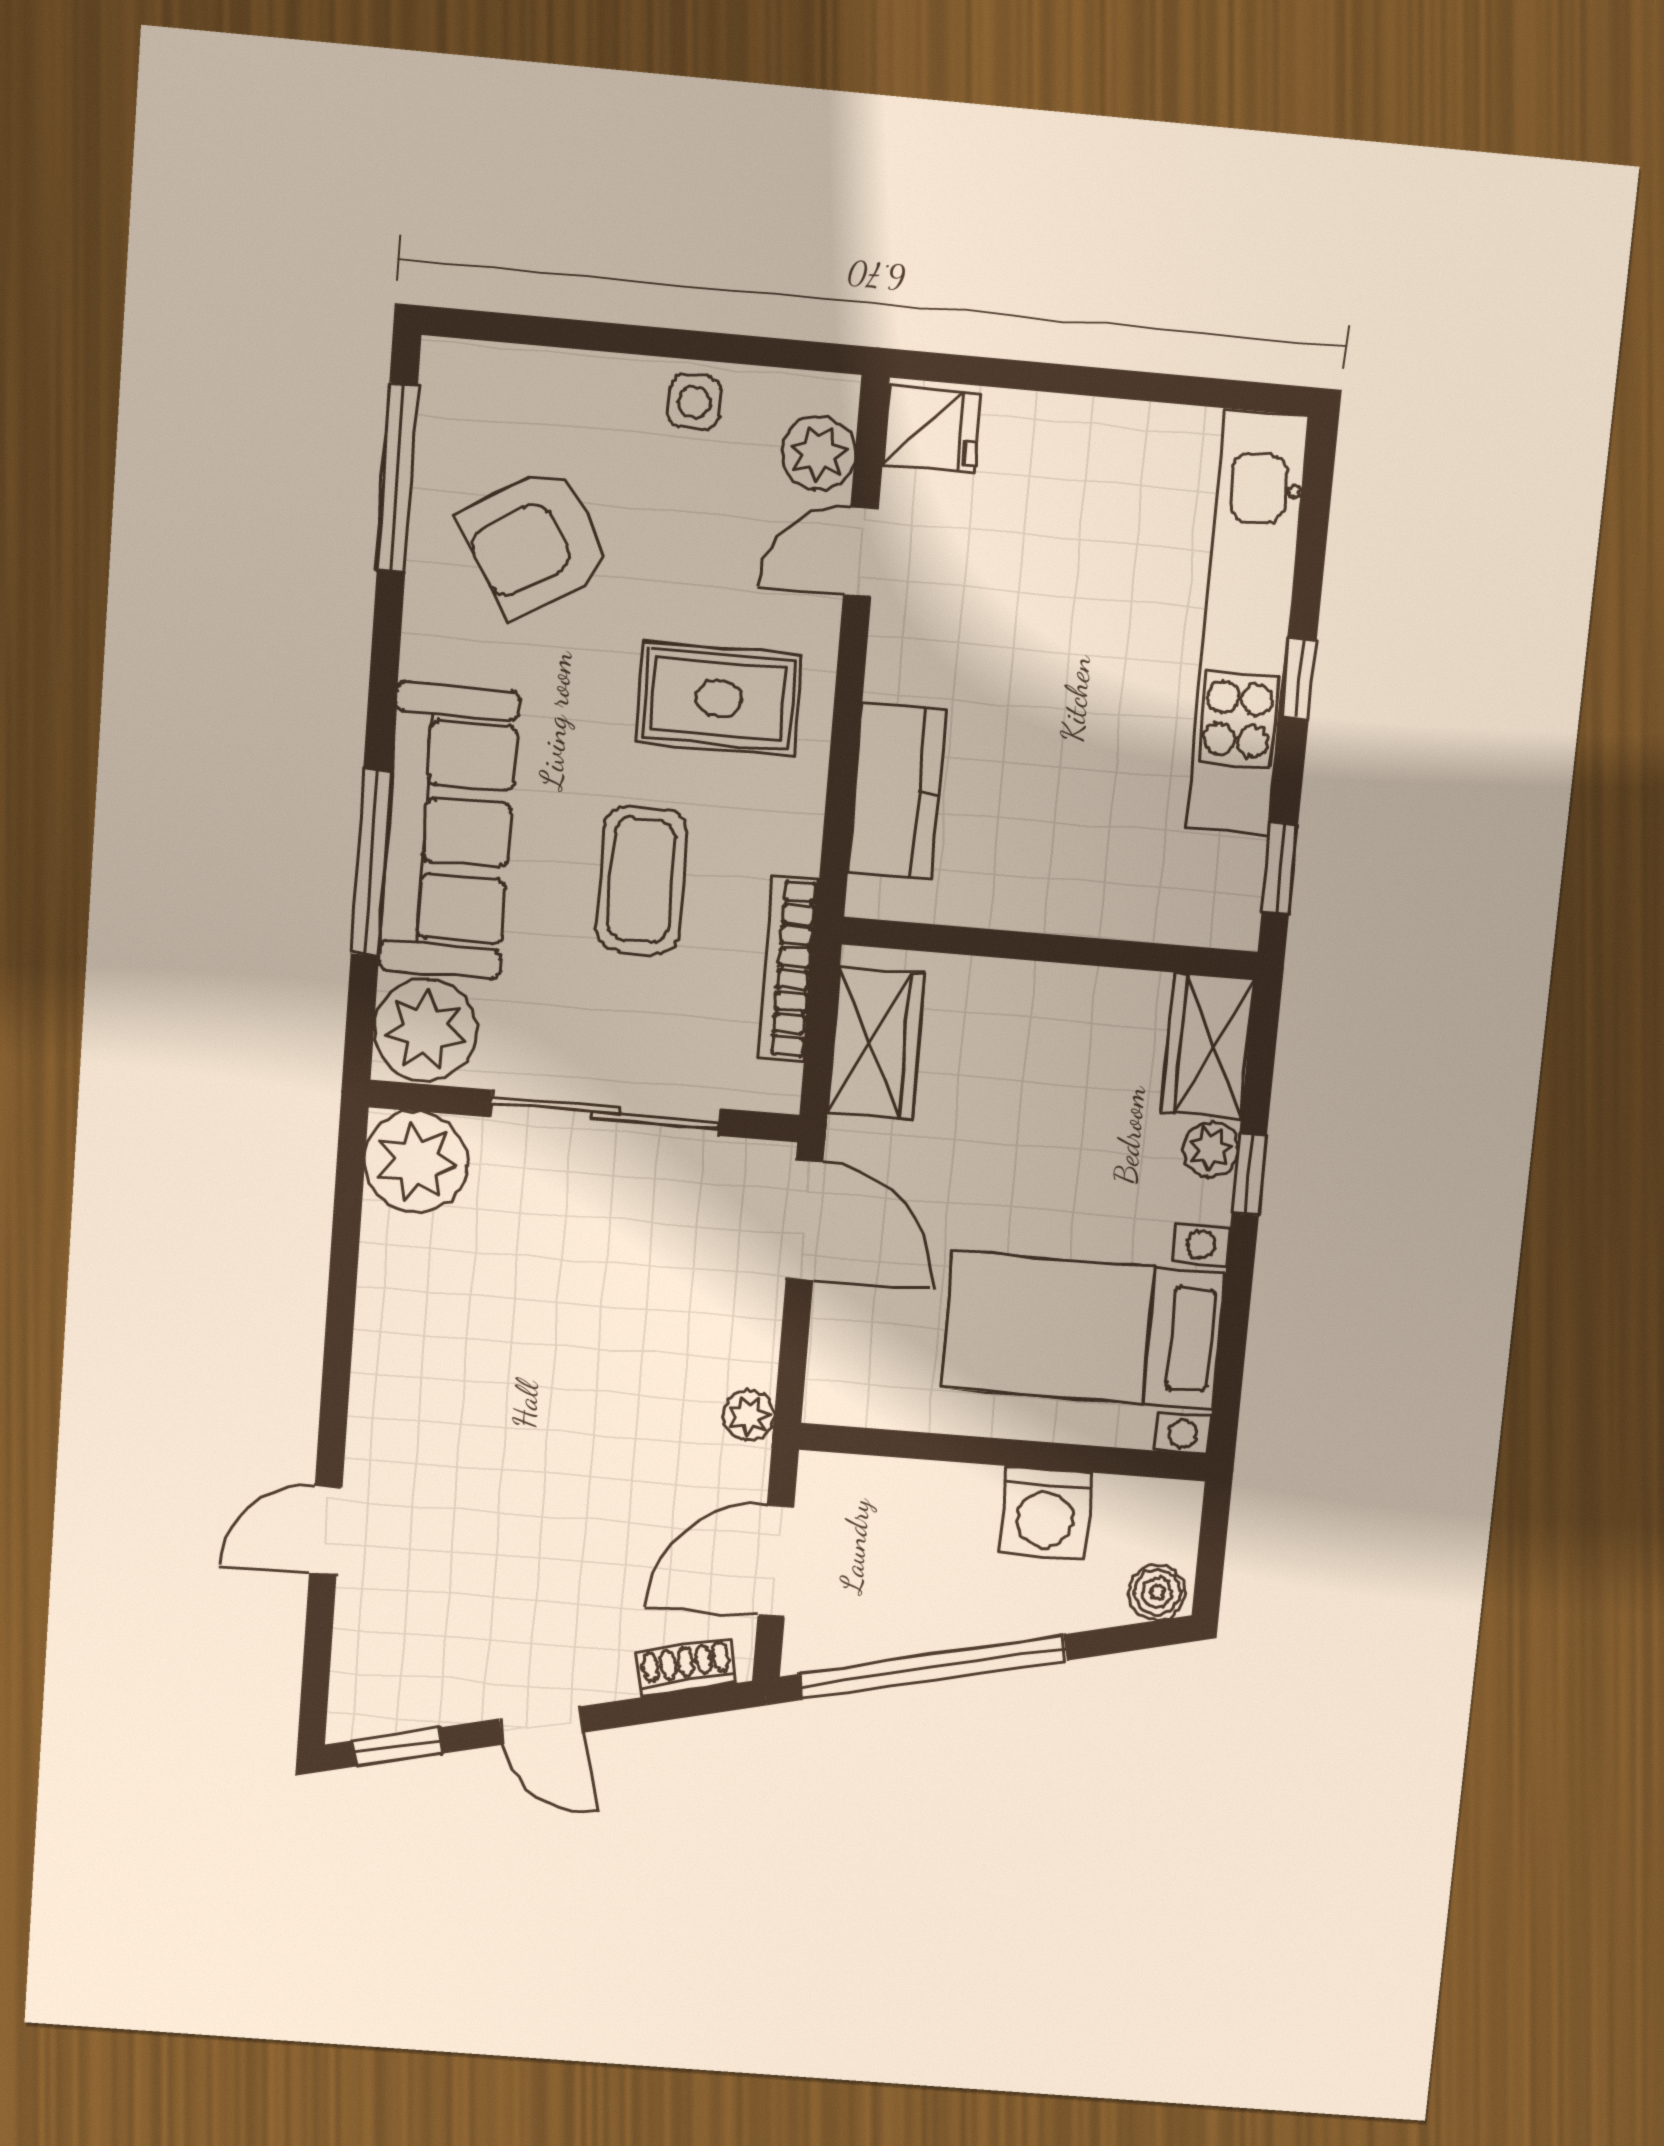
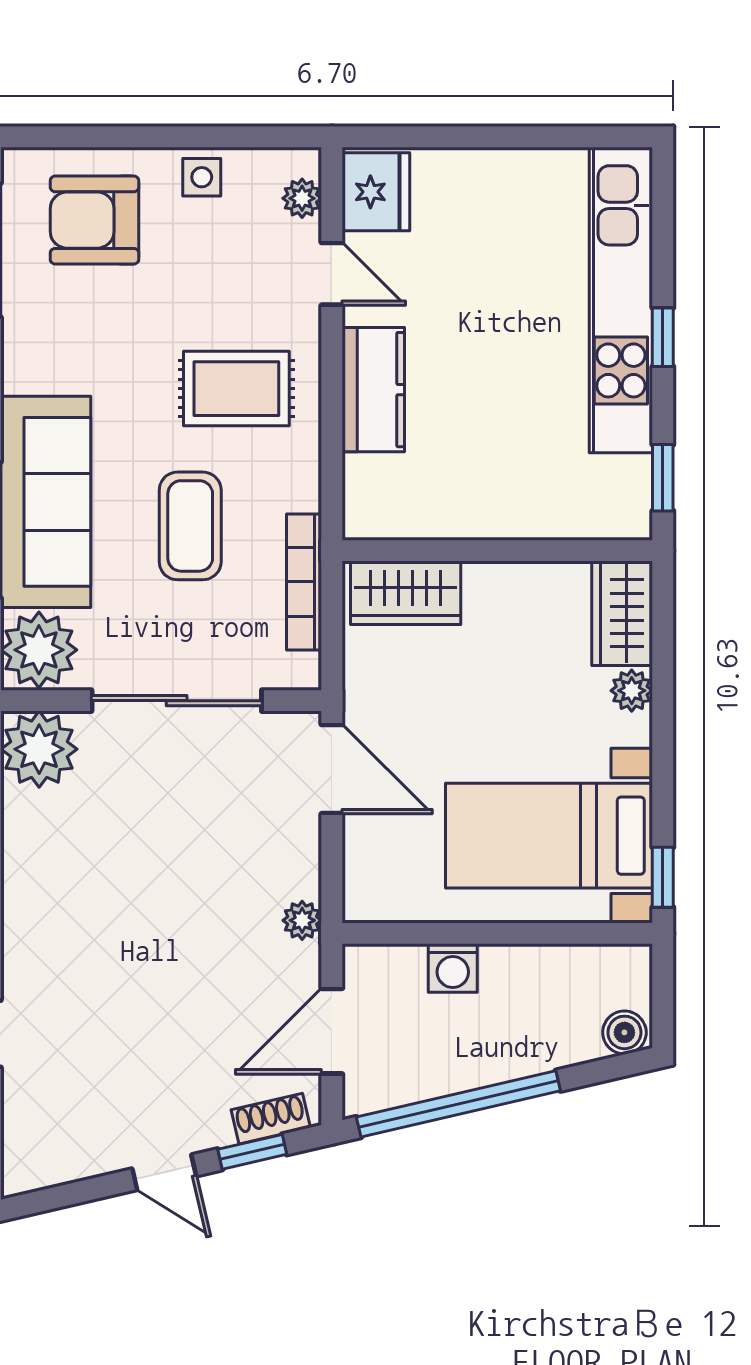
fridge: (932, 429) -> (376, 192), width x1.38
plant: (818, 453) -> (302, 198), width x0.73, depth x0.73
armchair: (536, 543) -> (94, 220), moved, turned 31
door: (861, 552) -> (332, 274), swing flipped
kitchen counter: (897, 791) -> (373, 390), moved
wardrobe: (876, 1043) -> (406, 593), moved, turned 90
window: (1249, 1175) -> (663, 877), moved
washing machine: (1045, 1512) -> (453, 968), moved, width x0.73, depth x0.73
window: (398, 1747) -> (252, 1152), moved

